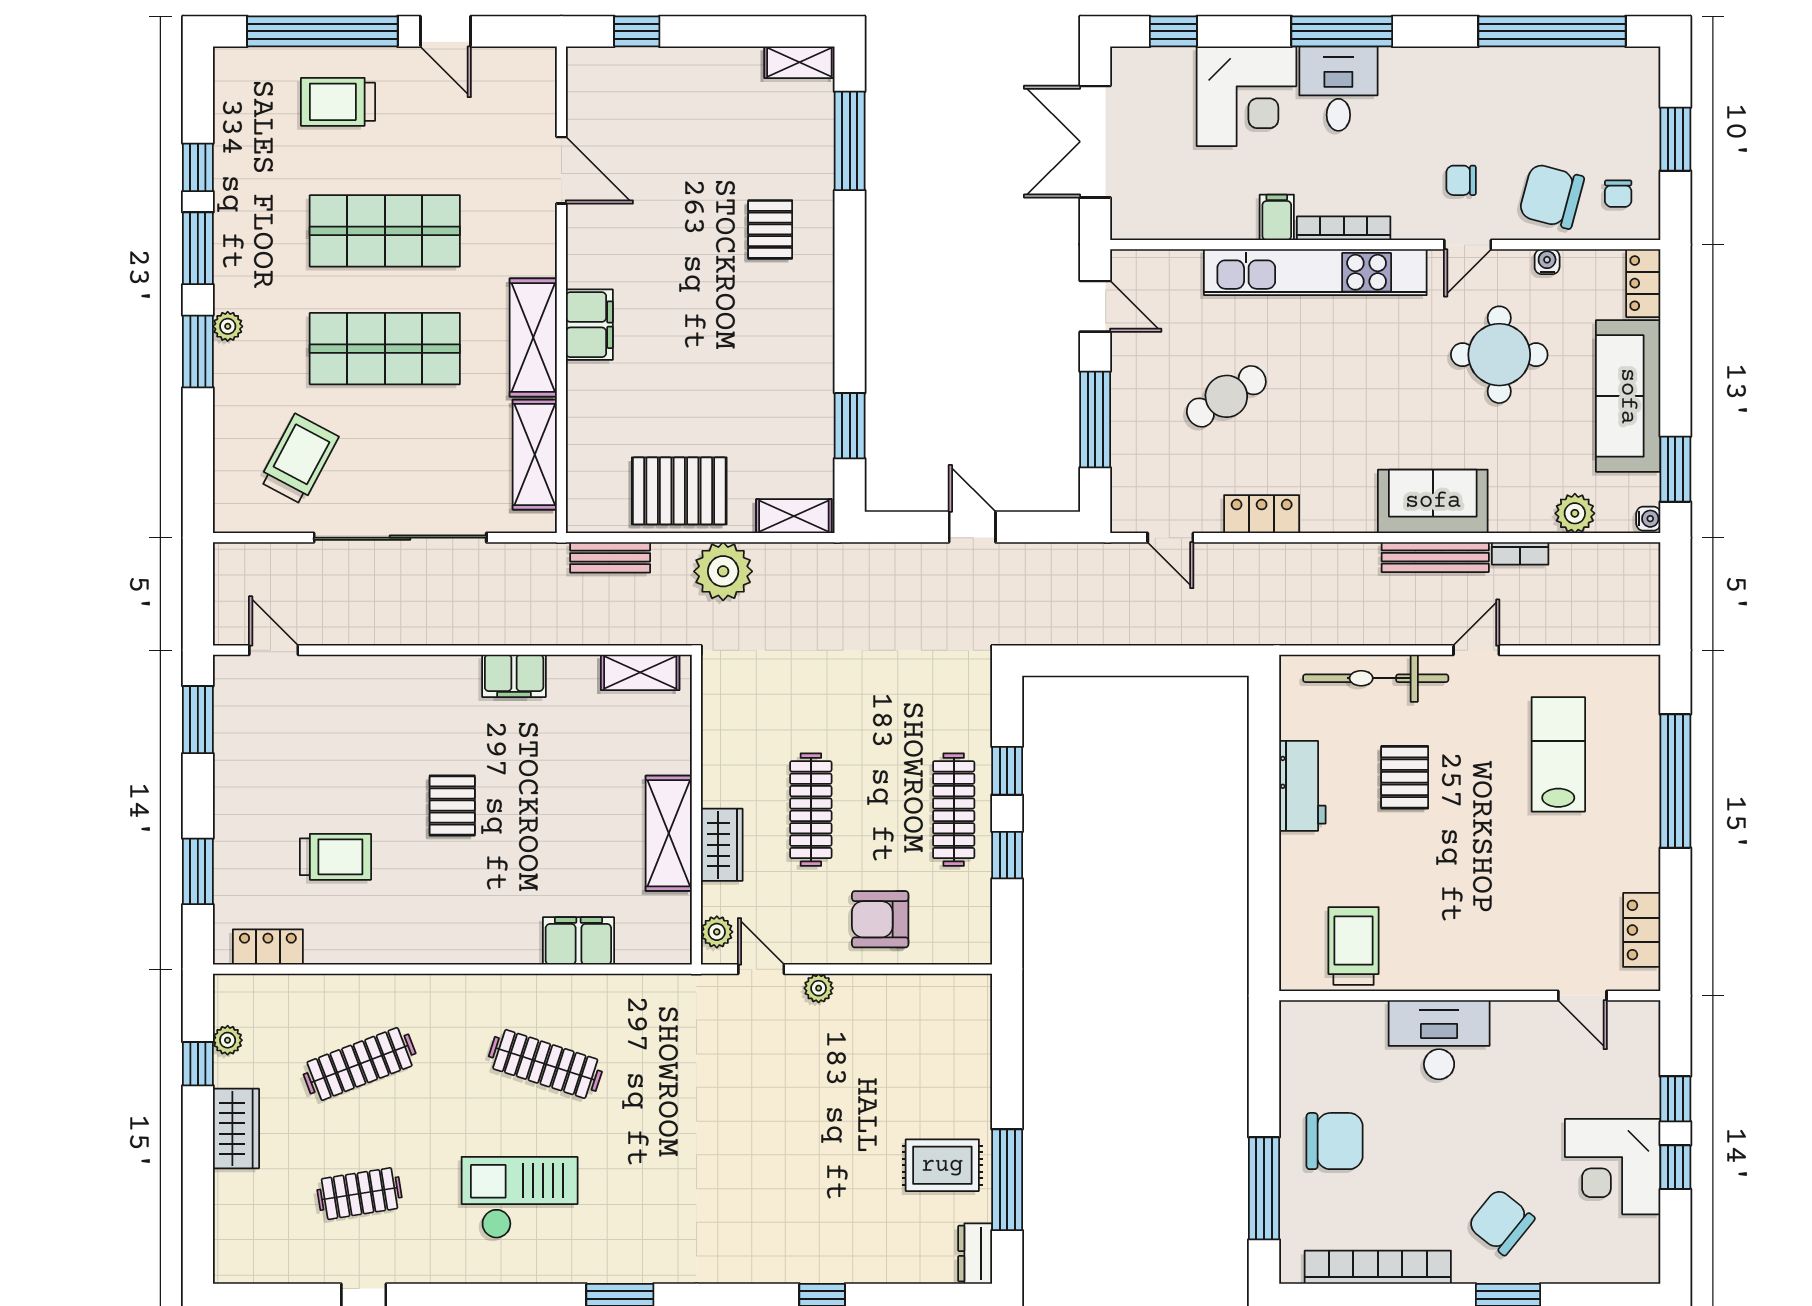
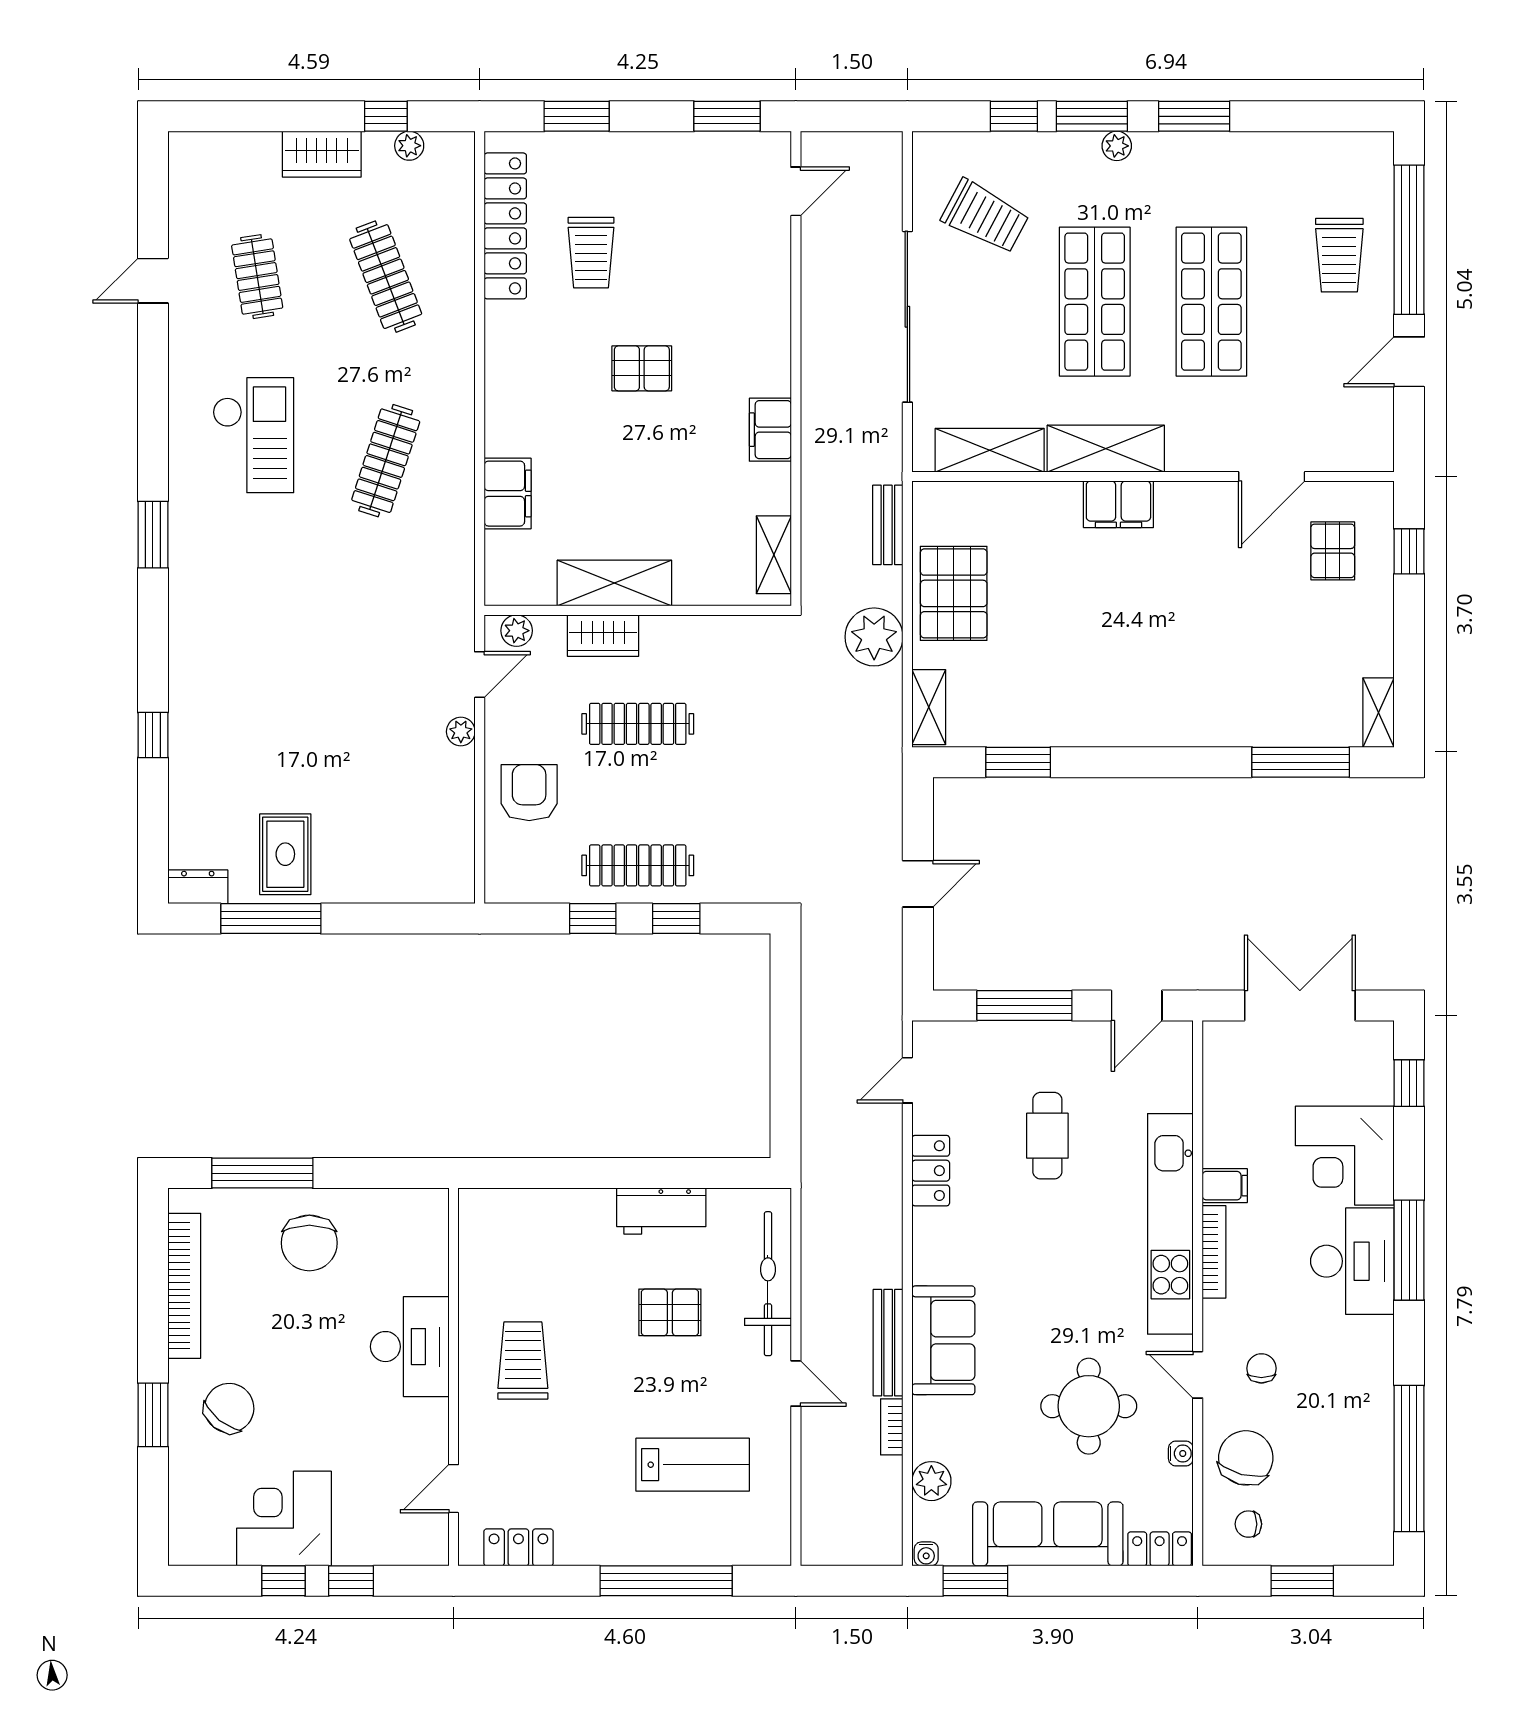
desk: (1338, 89) -> (1352, 1261), width x1.37
trolley: (338, 102) -> (1339, 255), turned 180
window: (198, 167) -> (1014, 116), moved
pallet: (770, 229) -> (1333, 551), moved, turned 90
cafe table: (1226, 396) -> (1047, 1136), turned 32
trolley: (1354, 946) -> (523, 1360), moved, turned -90
locker: (268, 947) -> (505, 226), width x2.16, depth x1.21

